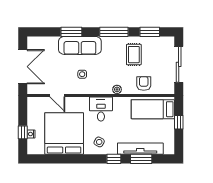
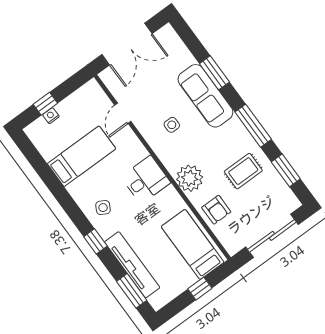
armchair: (144, 83) -> (216, 210), turned 90
plant: (117, 89) -> (190, 178), width x1.88, depth x1.88
bed: (64, 134) -> (82, 156), width x0.49
window: (141, 159) -> (132, 291), moved

